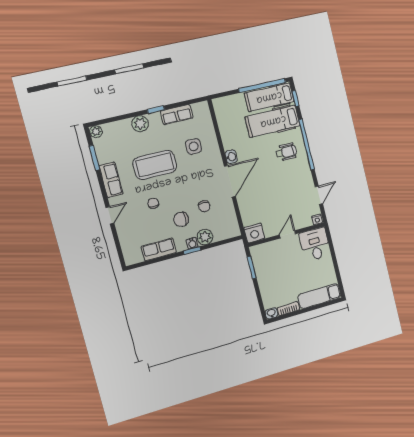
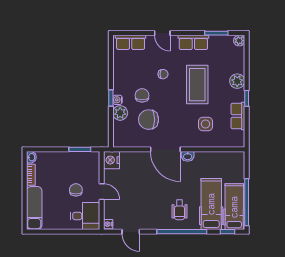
chair: (204, 206) -> (149, 120), width x1.87, depth x1.87
row of seats: (159, 249) -> (131, 42), moved, turned 90
chair: (292, 260) -> (76, 190), added

